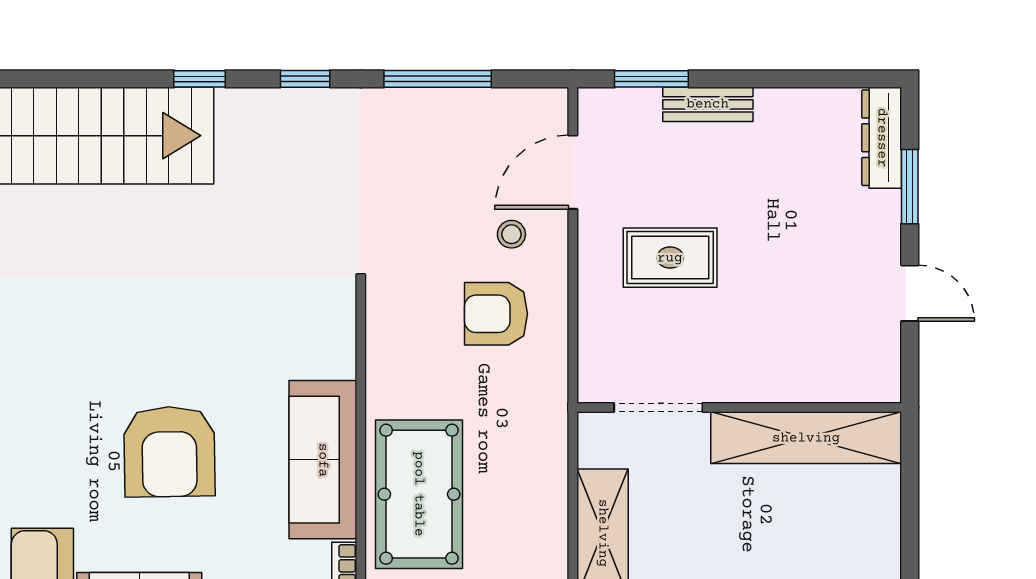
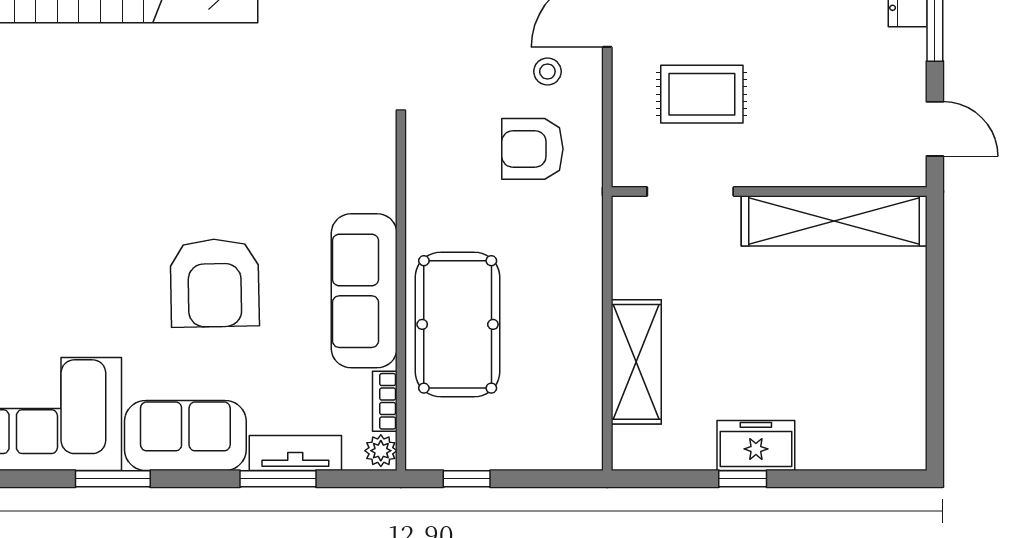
doorway: (658, 407) -> (690, 192), moved
wall: (739, 407) -> (769, 192), moved
shelving: (806, 438) -> (834, 221), moved

